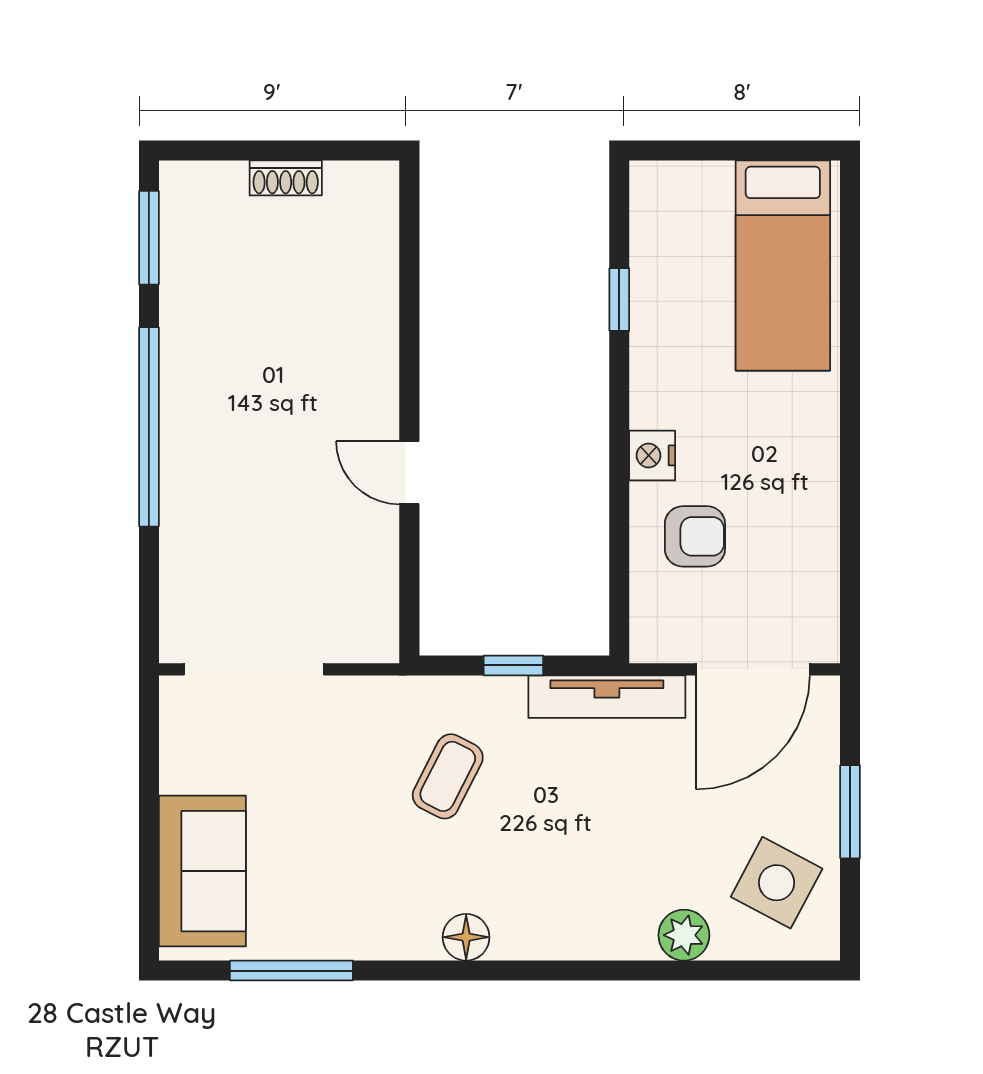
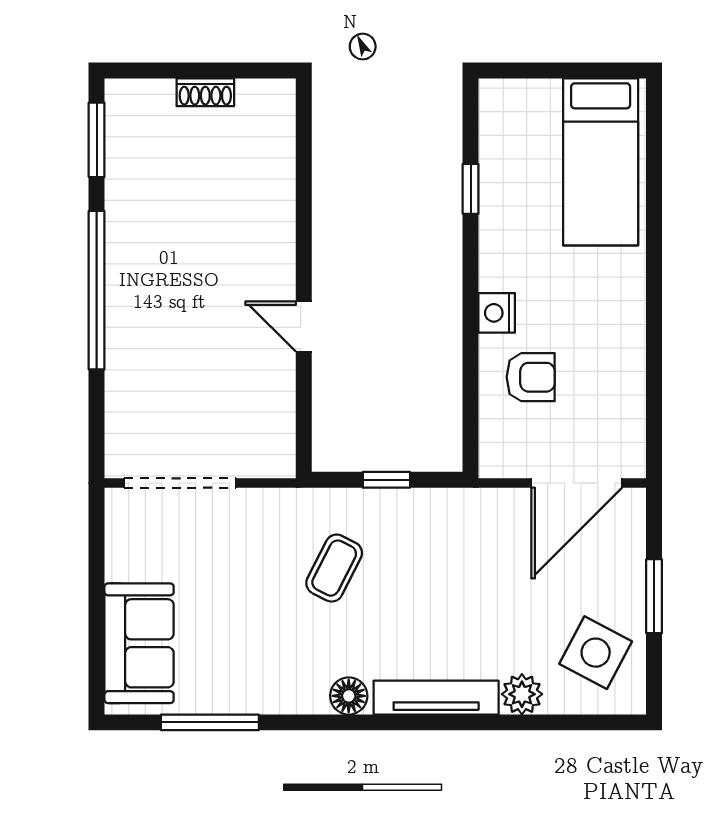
tv unit: (607, 697) -> (436, 698), moved, turned 180

